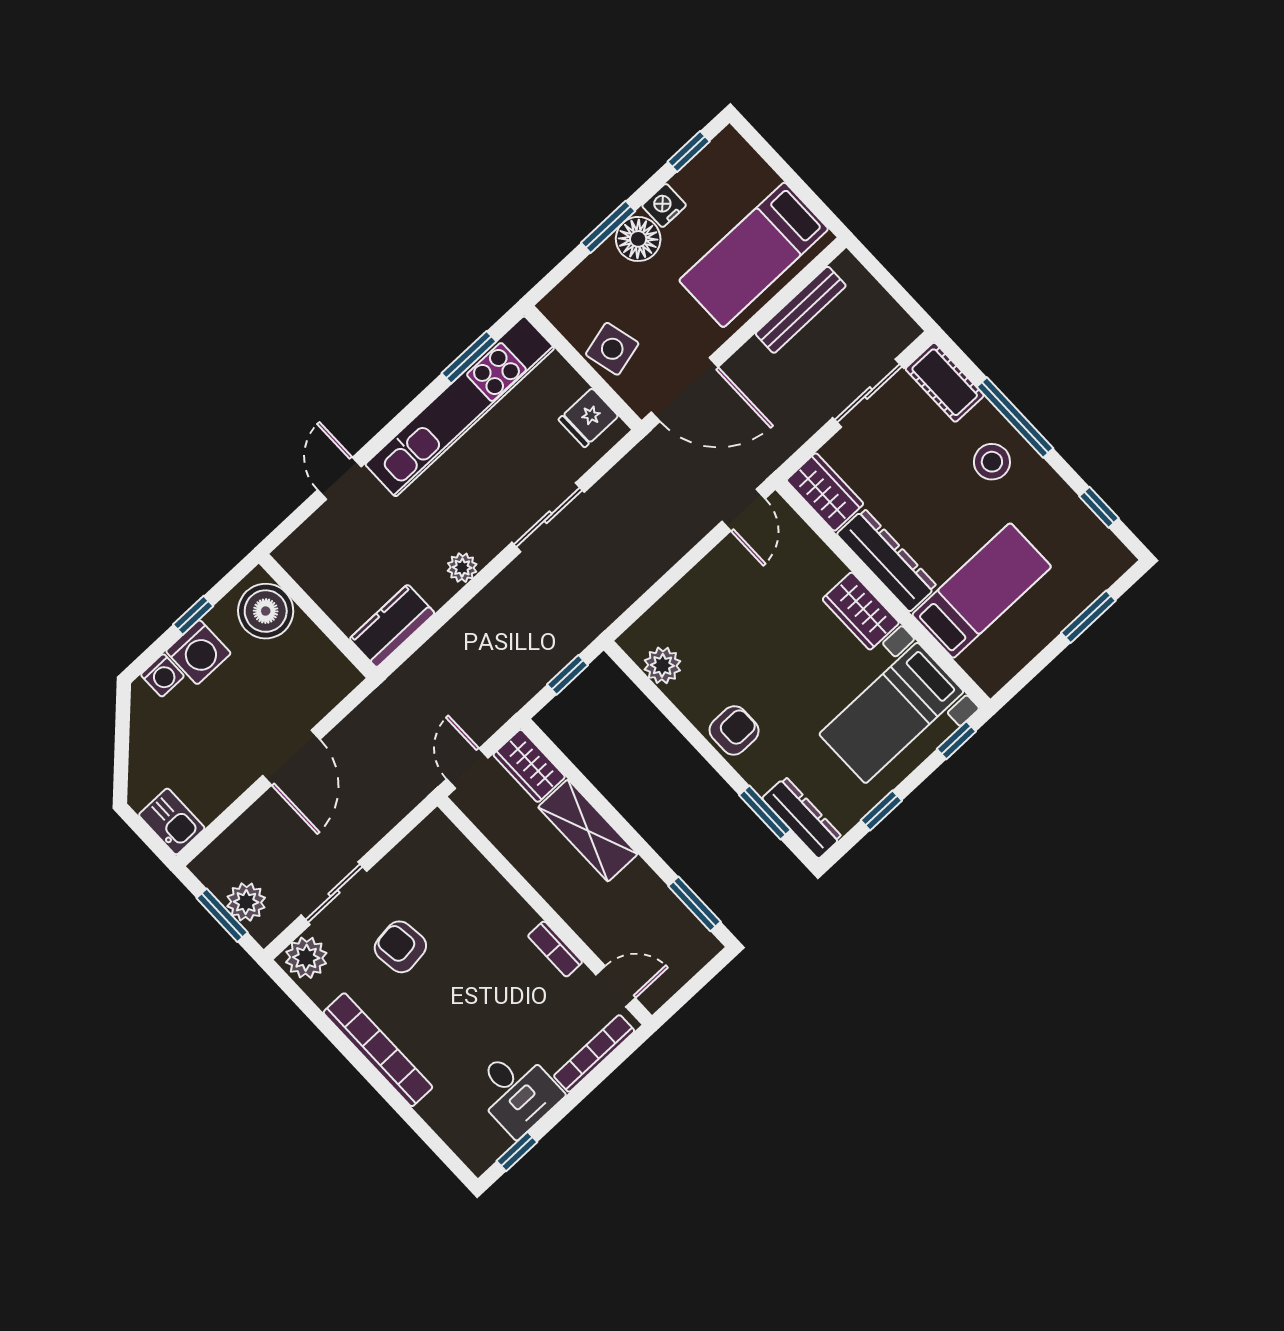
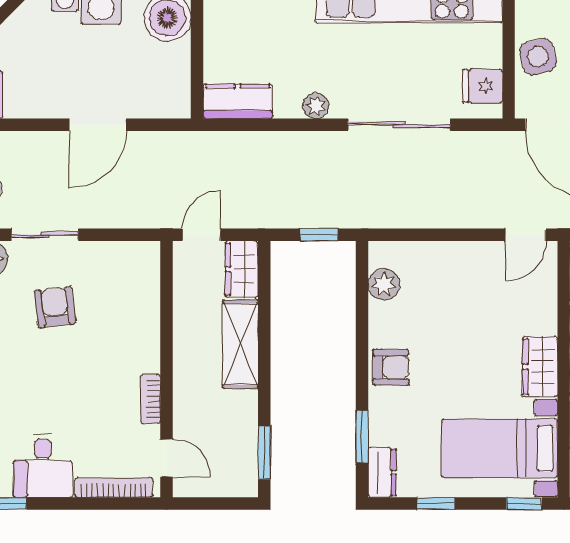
sliding door: (548, 517) -> (399, 125), width x1.37
dresser: (802, 818) -> (382, 472), width x0.70

